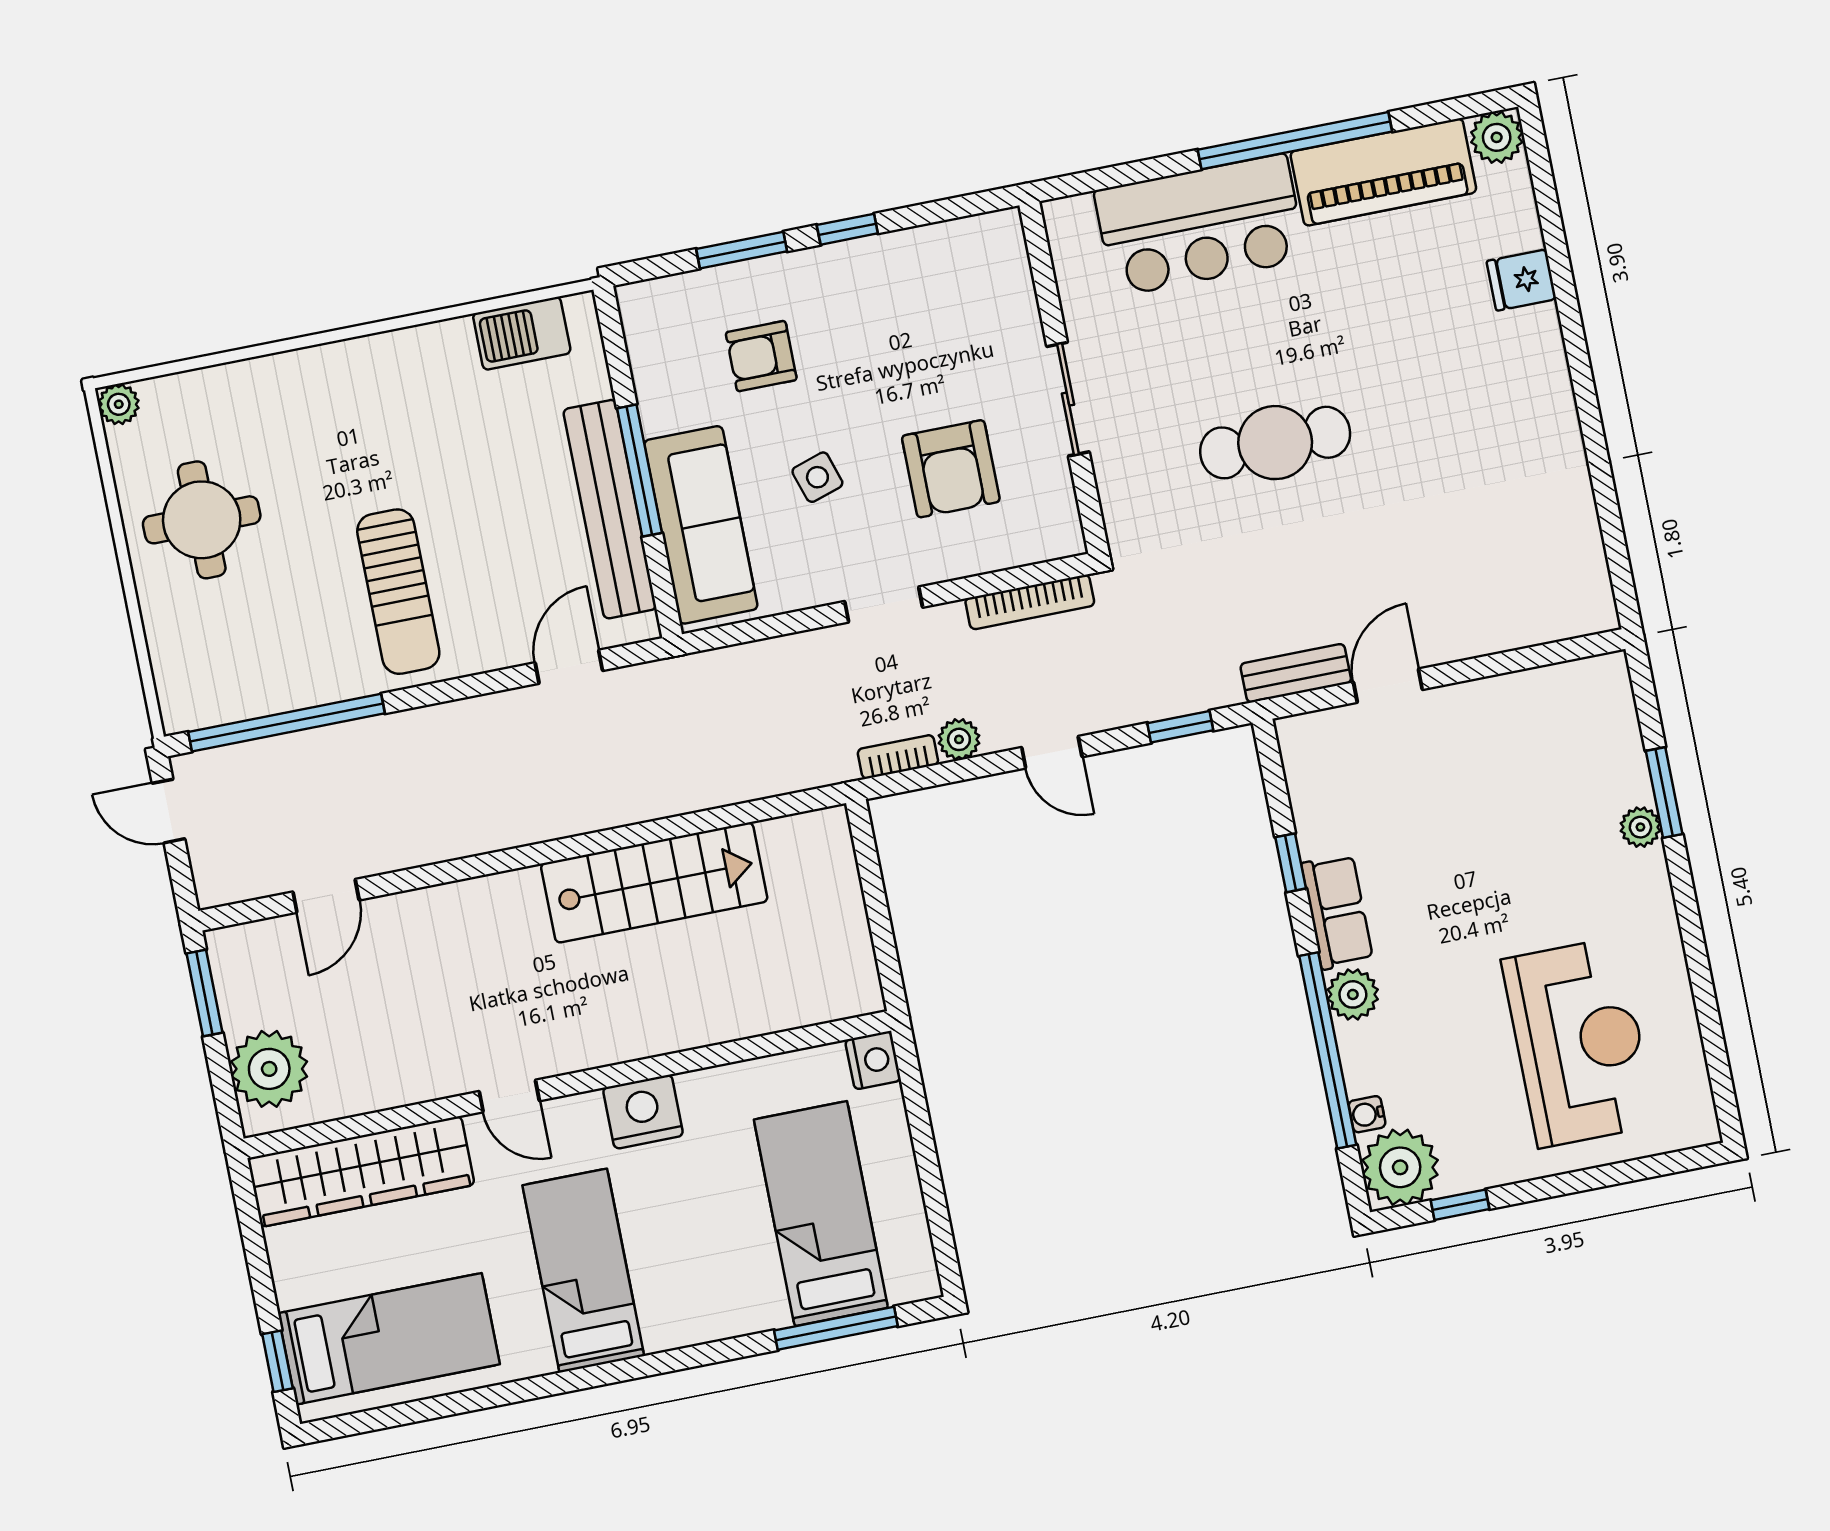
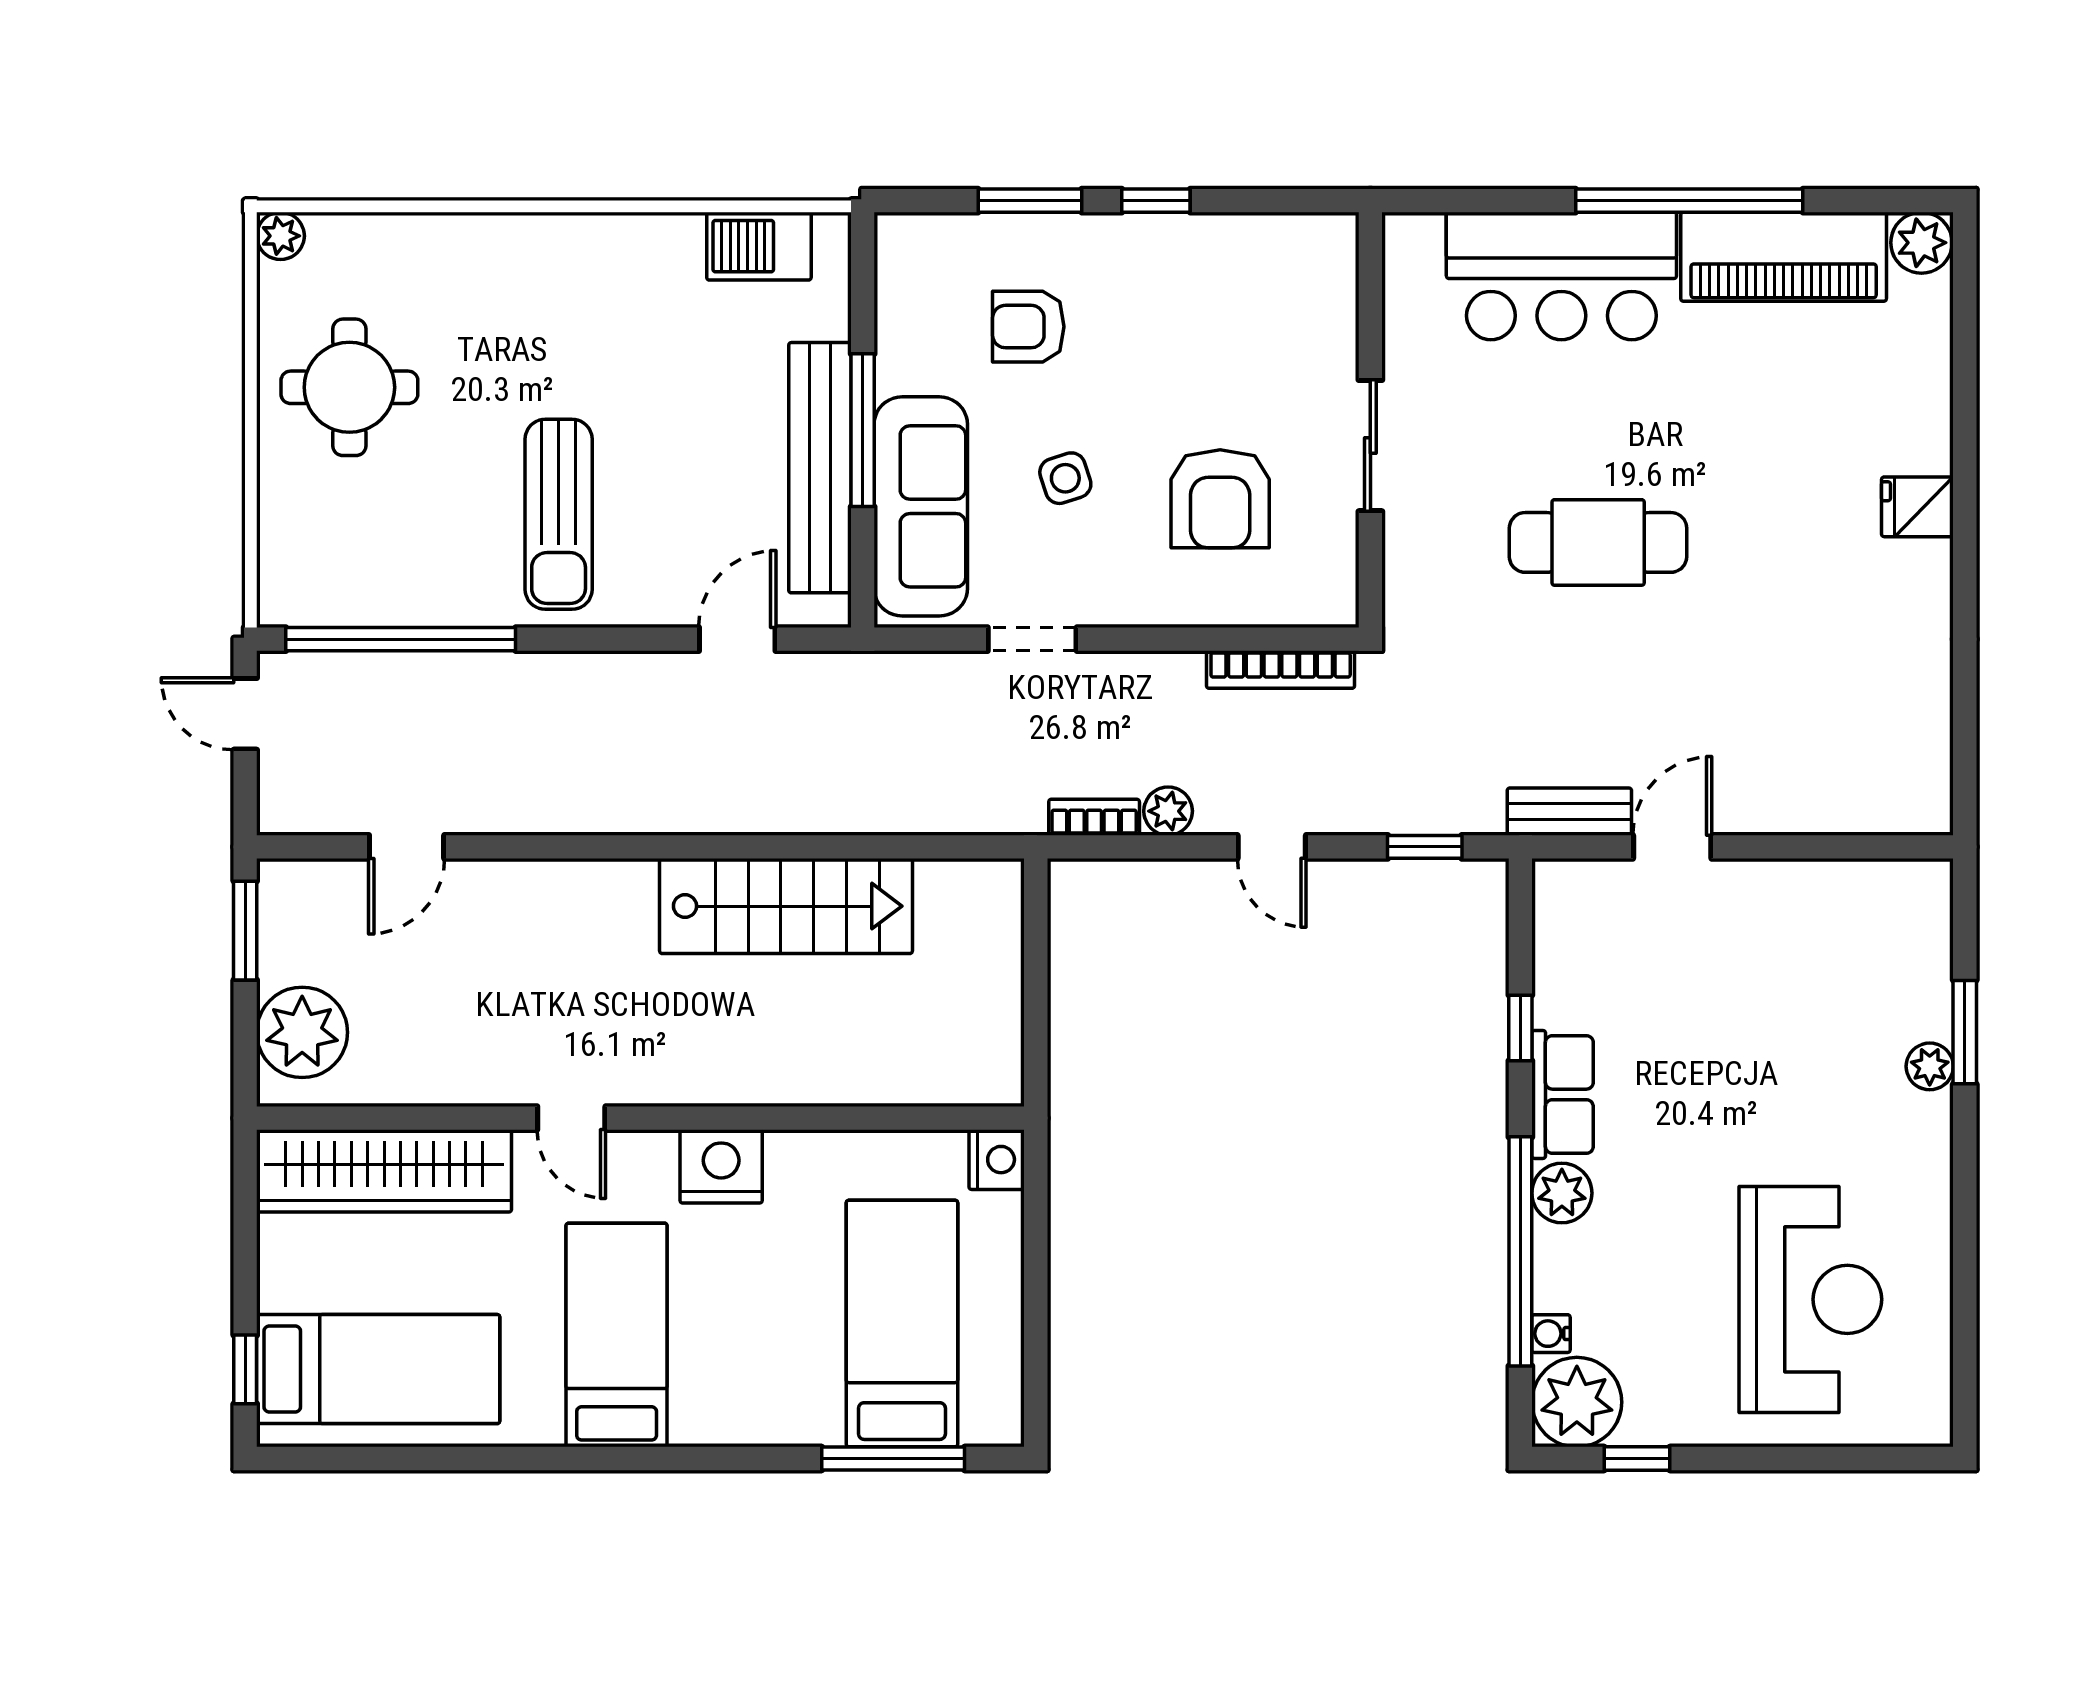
fridge: (1521, 280) -> (1917, 507), moved
doorway: (884, 604) -> (1032, 639), moved

